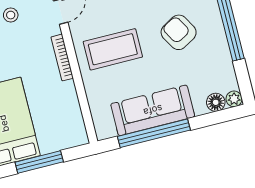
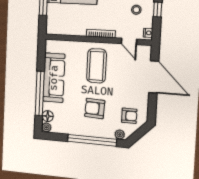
armchair: (179, 32) -> (95, 108), turned -147
window: (154, 133) -> (40, 94), moved

